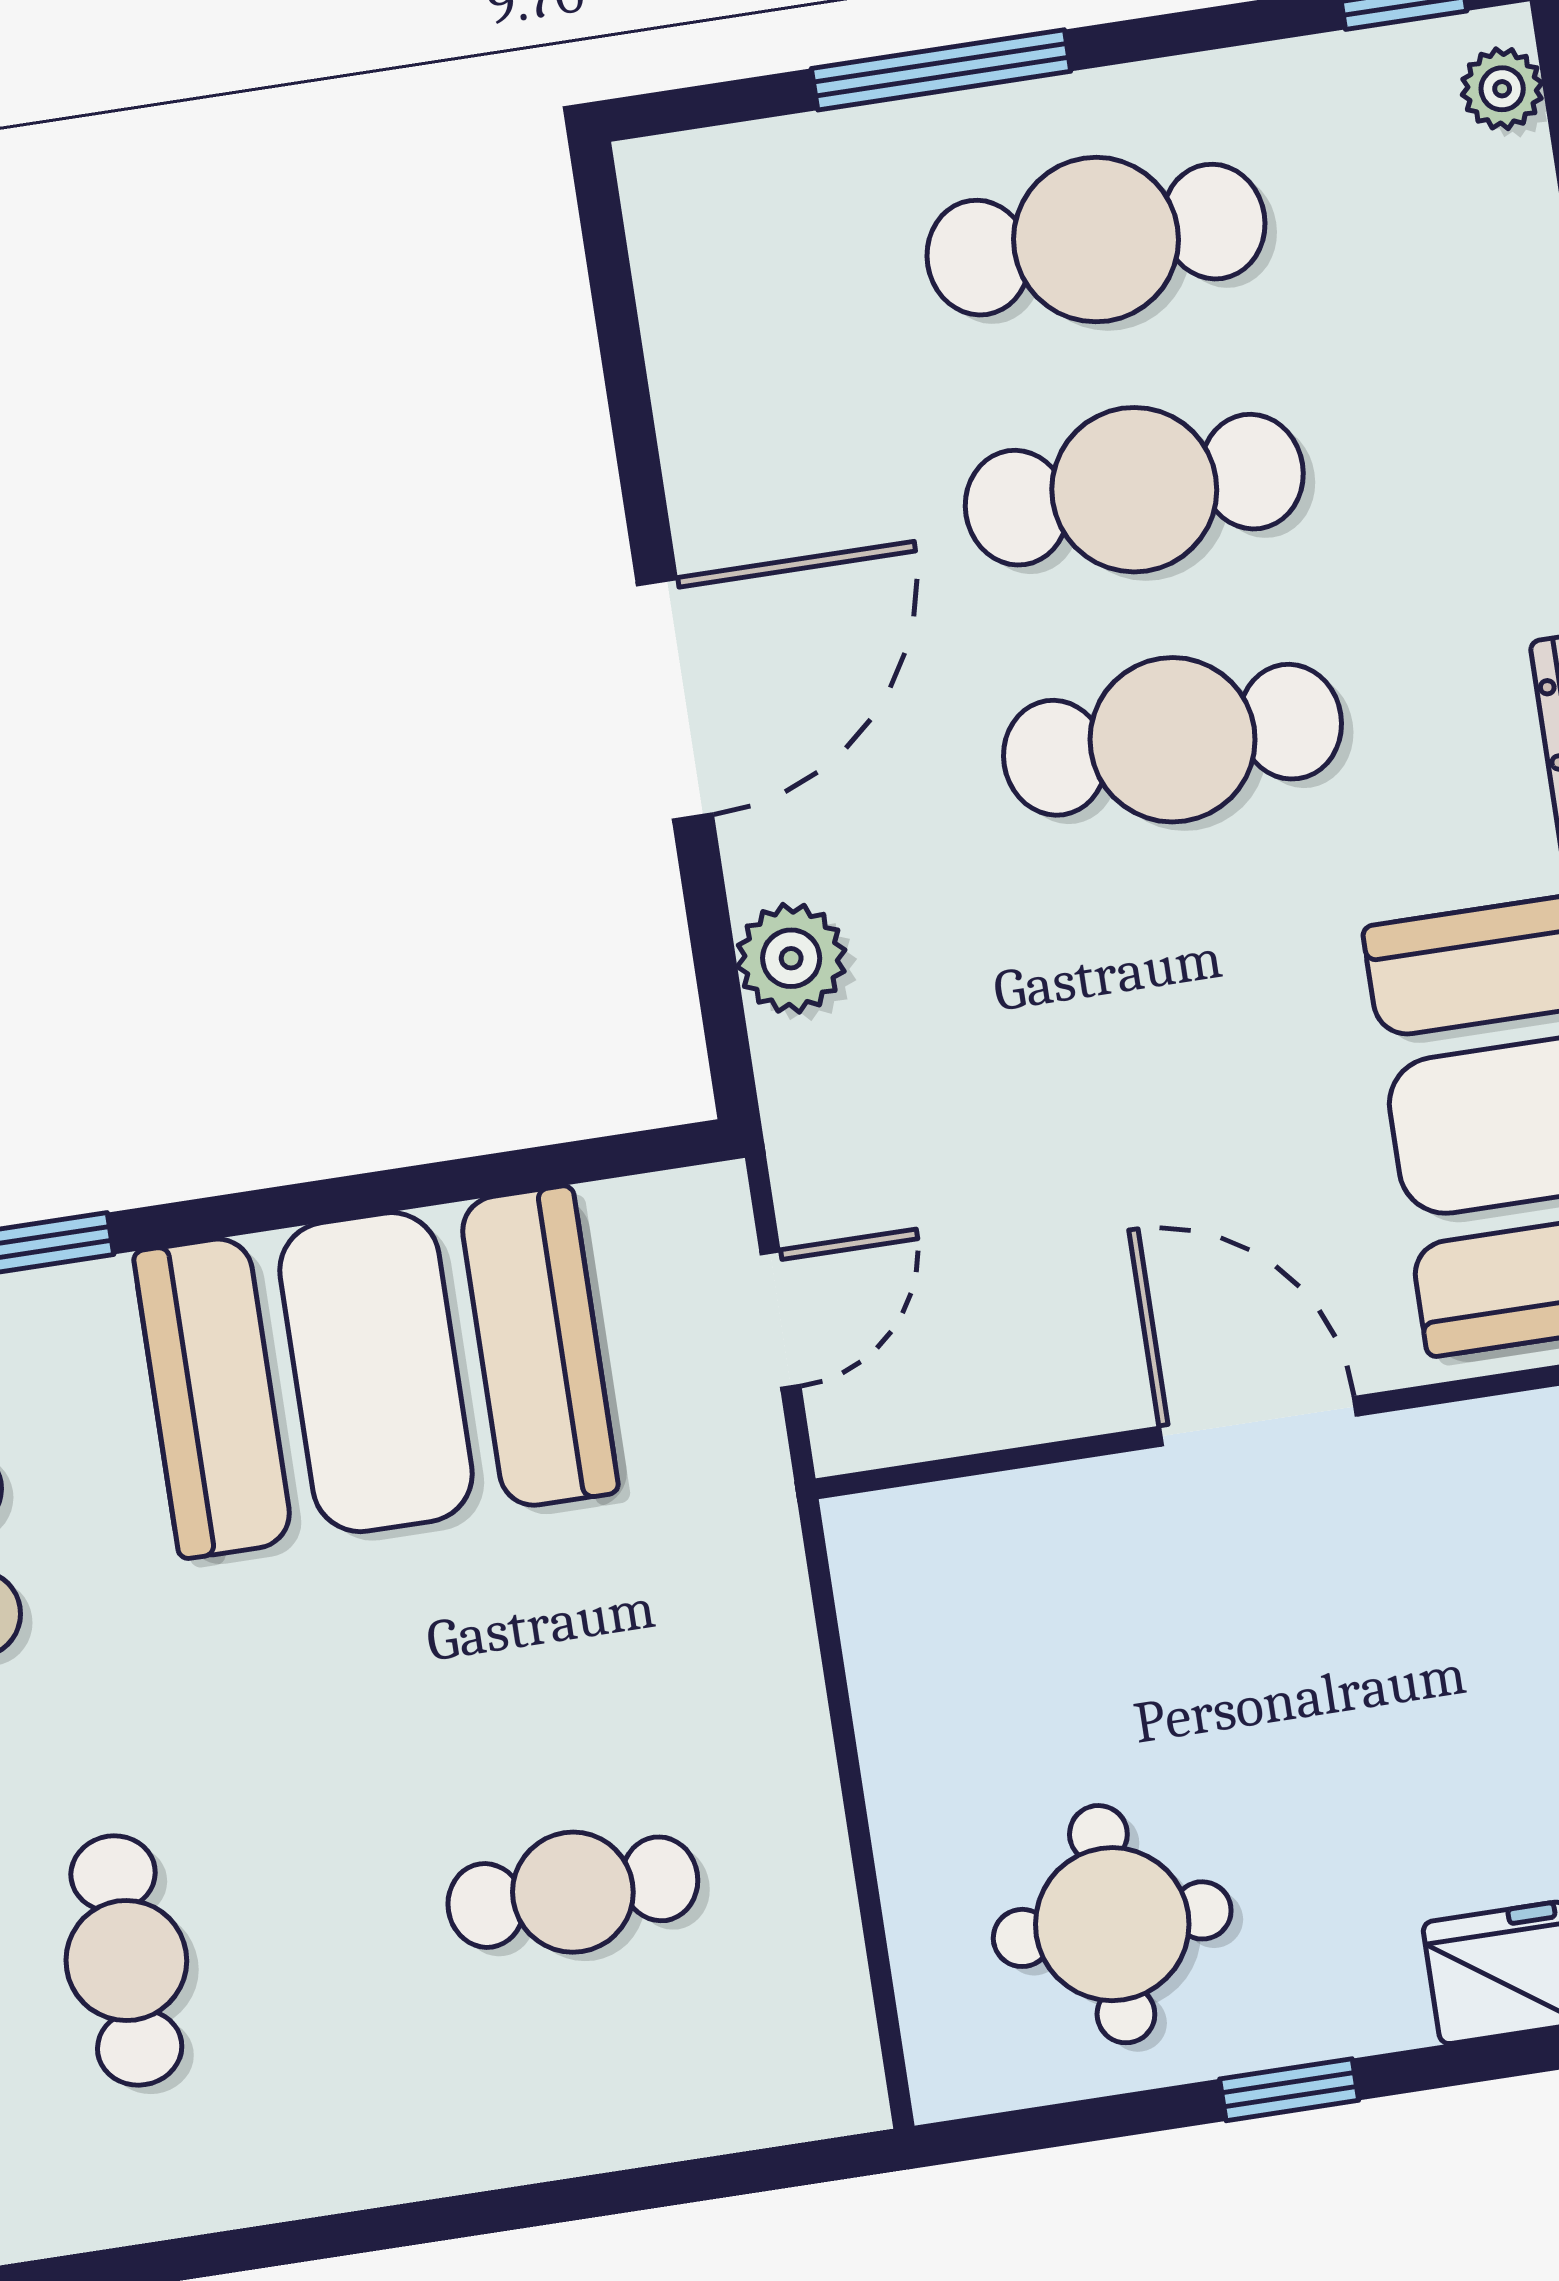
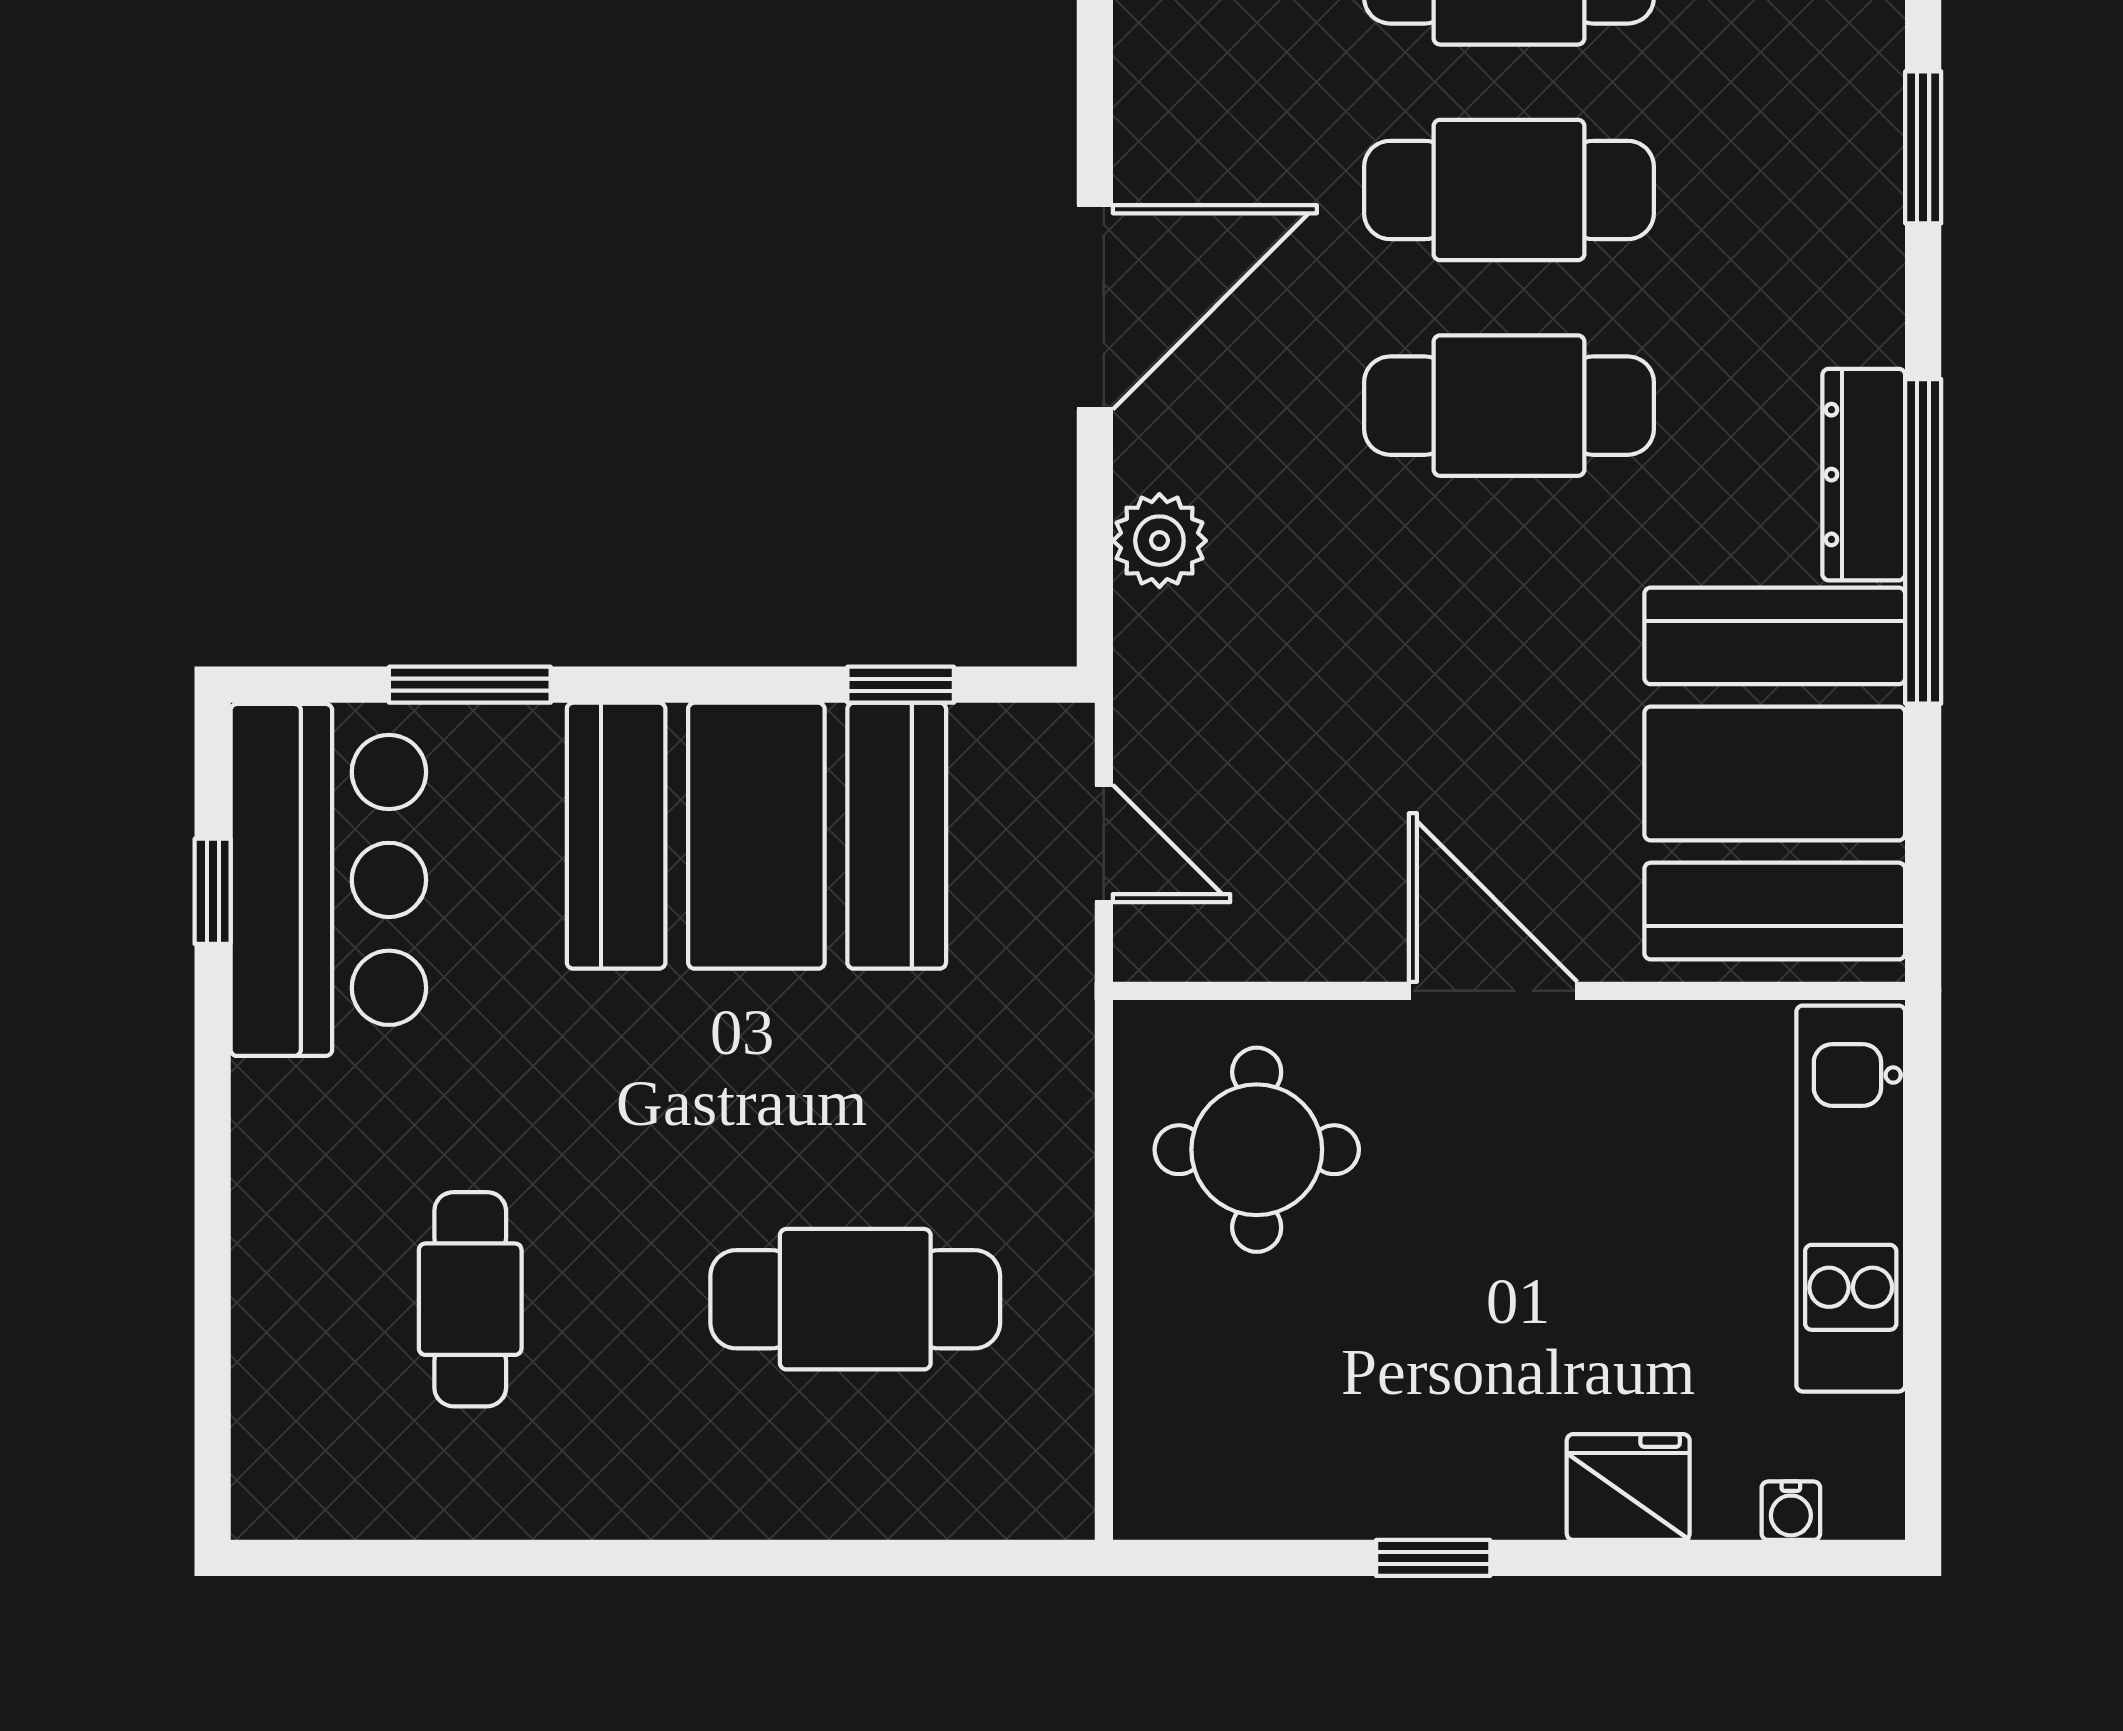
window: (517, 1171) -> (901, 685), added
door: (780, 1320) -> (1104, 844), hinge flipped
cafe table: (573, 1892) -> (855, 1299), width x1.37, depth x1.35
round table: (1112, 1924) -> (1257, 1150), moved

